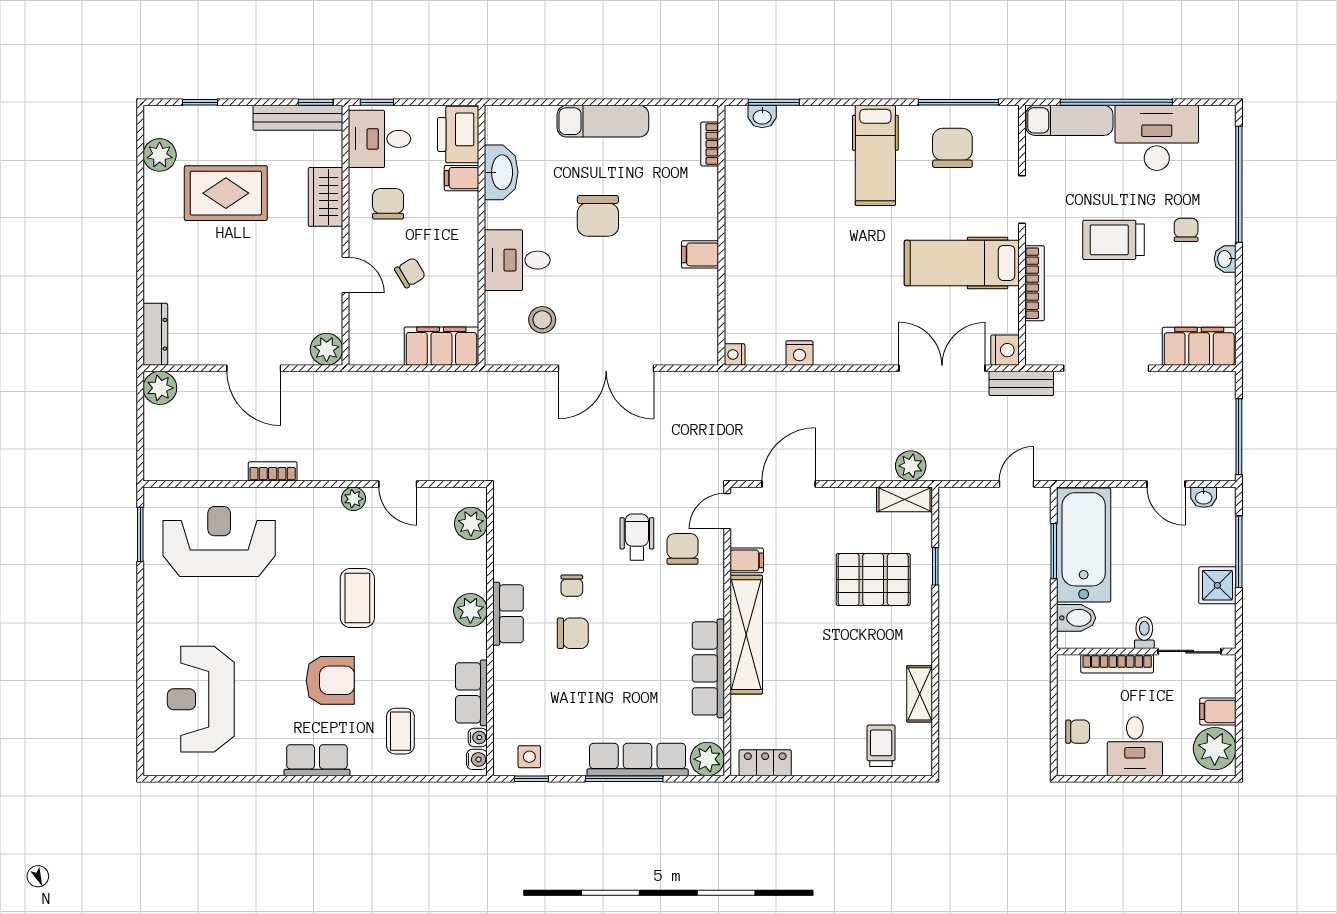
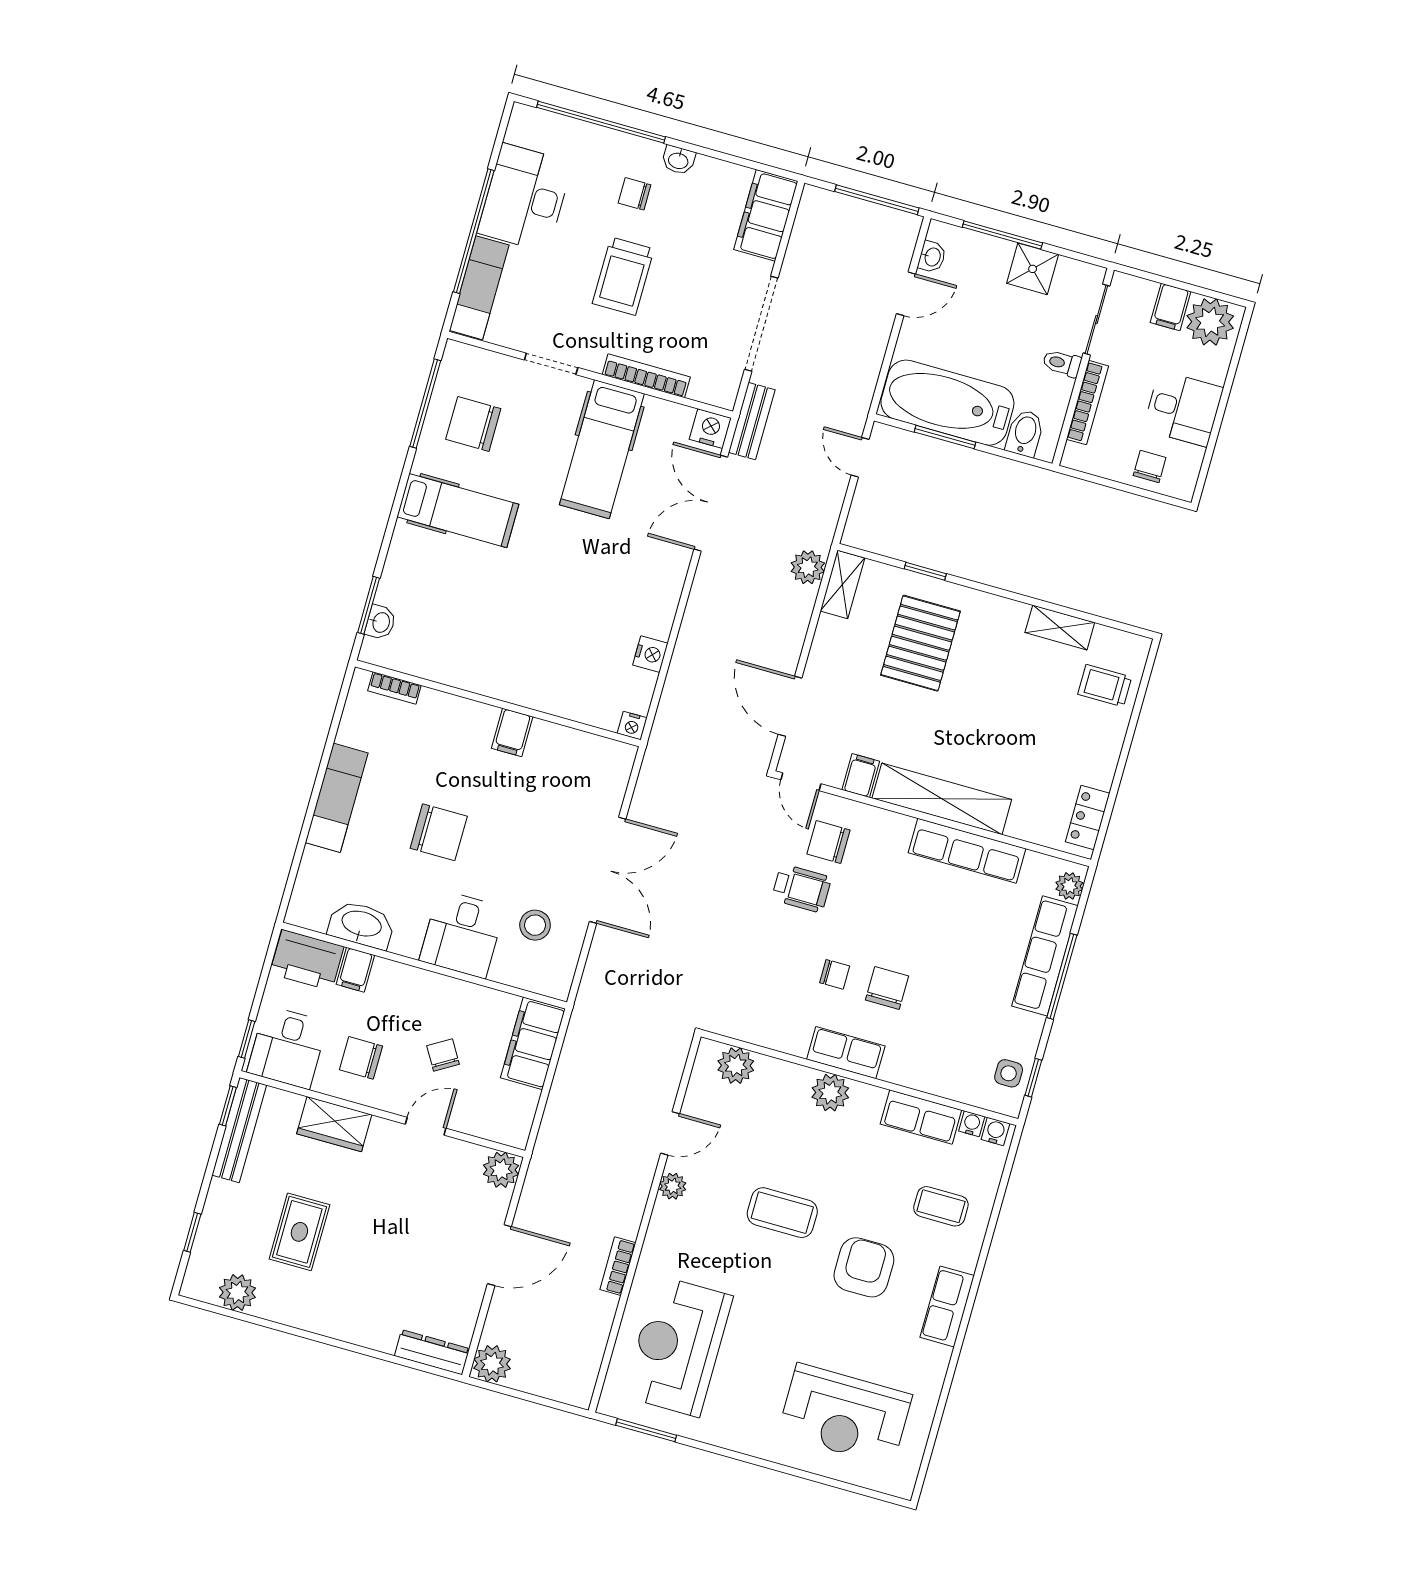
rug: (226, 193) -> (299, 1232), width x0.73, depth x0.70
wheelchair: (637, 537) -> (801, 888), turned 180
plant: (707, 759) -> (1069, 886), width x0.73, depth x0.73

